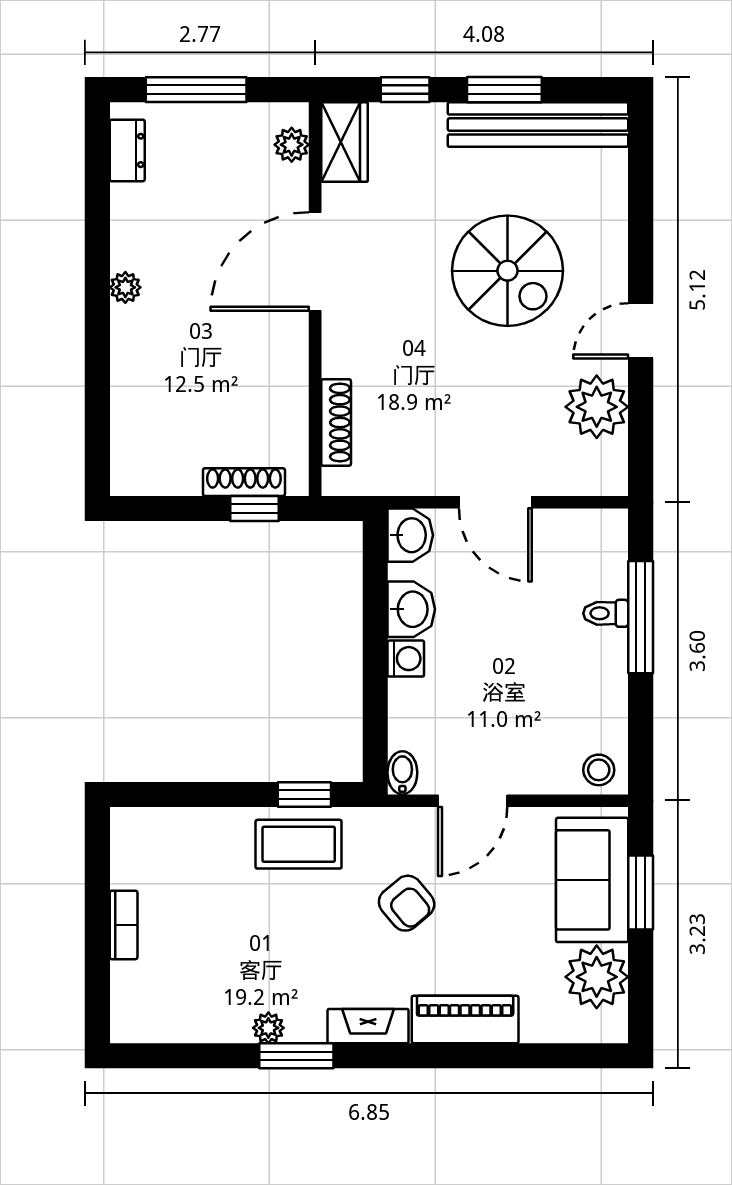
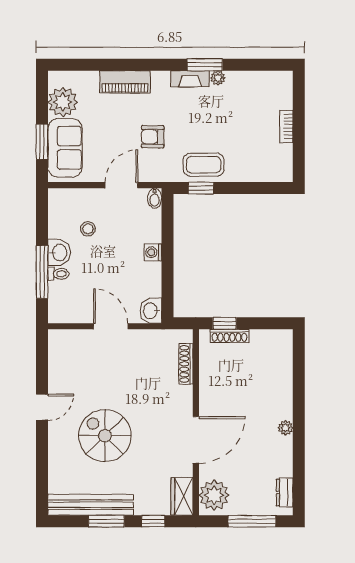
plant: (292, 145) -> (214, 495), width x1.87, depth x1.87
plant: (597, 407) -> (63, 371), removed
washbasin: (411, 609) -> (59, 253), moved, turned 180
stool: (599, 770) -> (88, 229), moved
armchair: (407, 903) -> (153, 137), turned -50
fireplace: (368, 1026) -> (190, 79), moved

